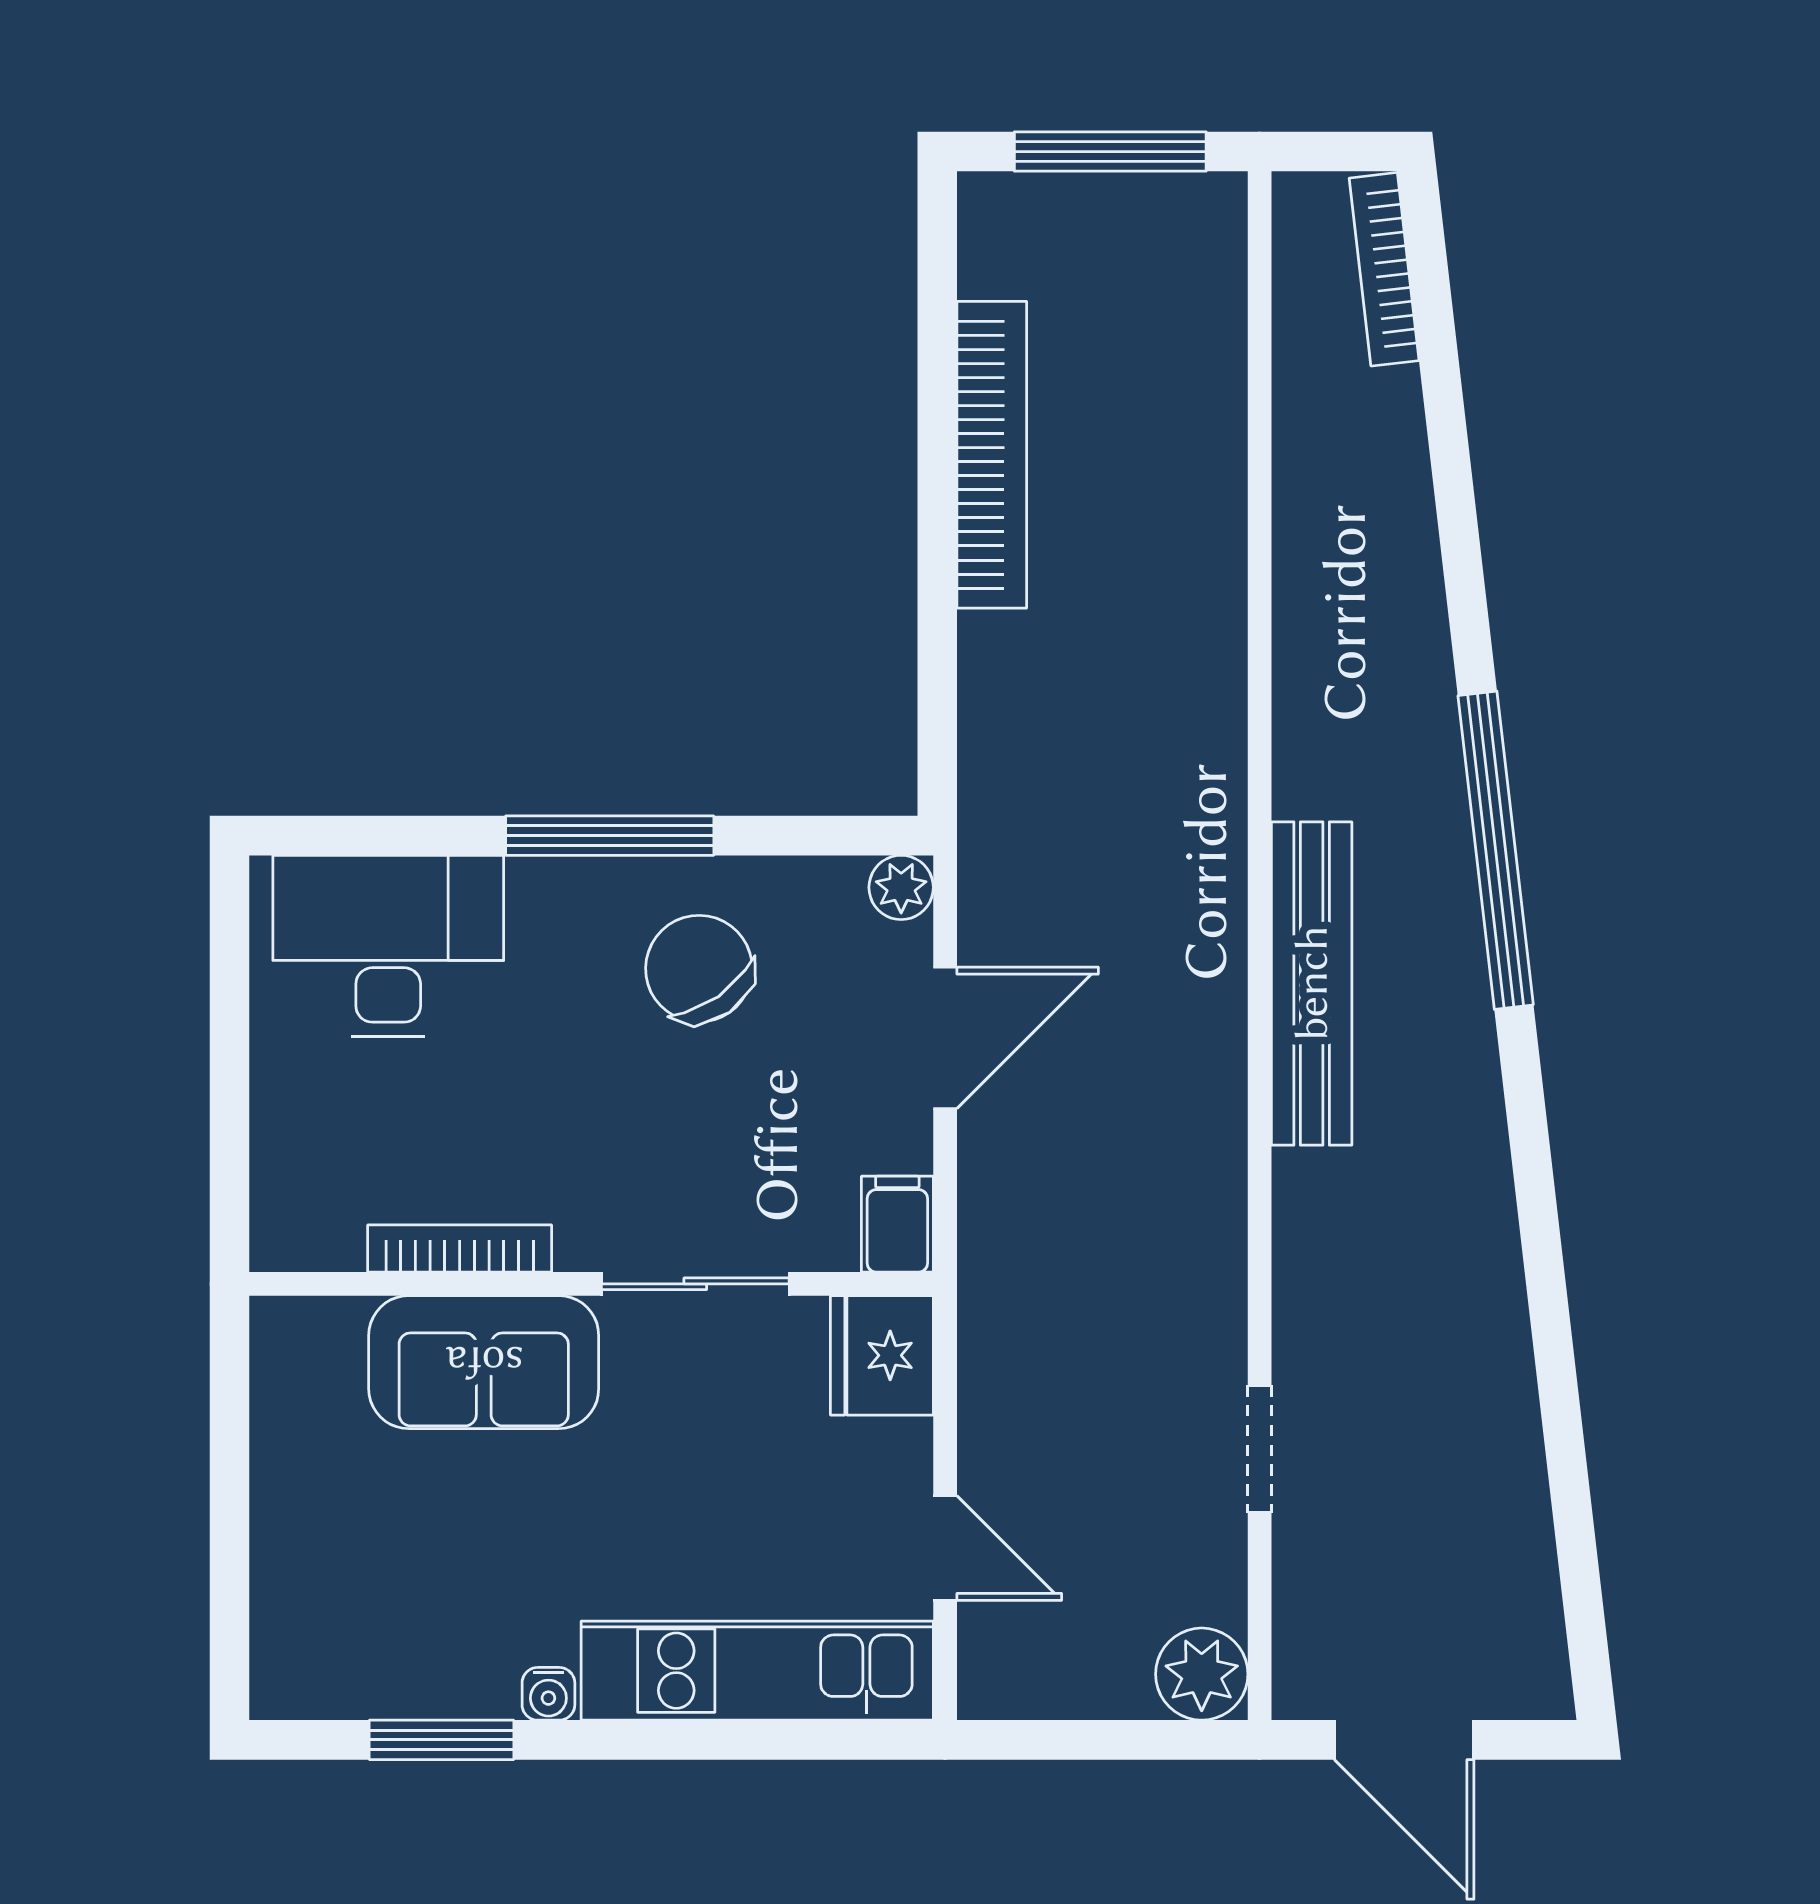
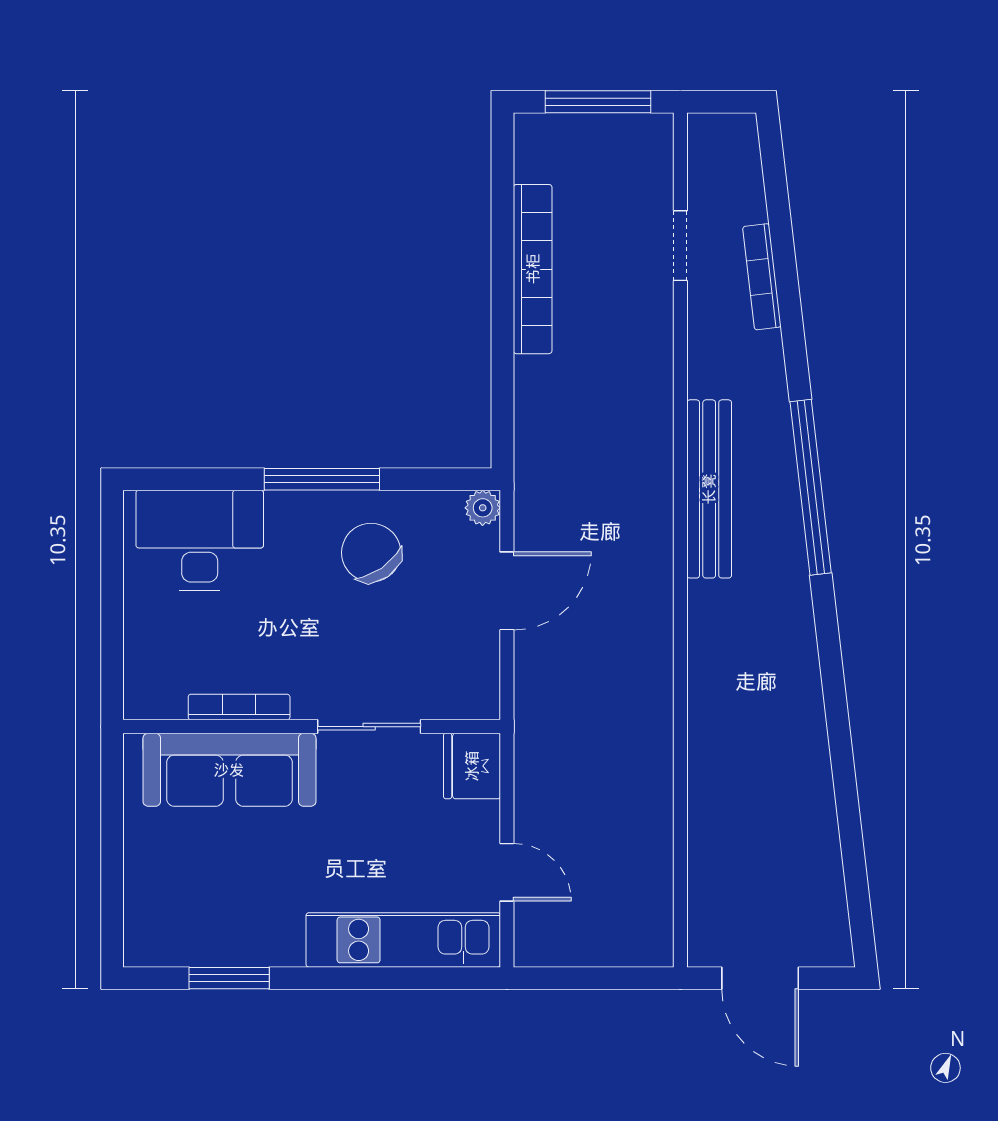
bookcase: (1384, 269) -> (762, 277), moved
bench: (1312, 983) -> (709, 489), moved
filing cabinet: (897, 1224) -> (481, 694), removed
sofa: (484, 1362) -> (229, 770), width x1.36
doorway: (1260, 1449) -> (680, 246), moved
plant: (1202, 1674) -> (648, 942), removed
water cooler: (548, 1694) -> (288, 953), removed

